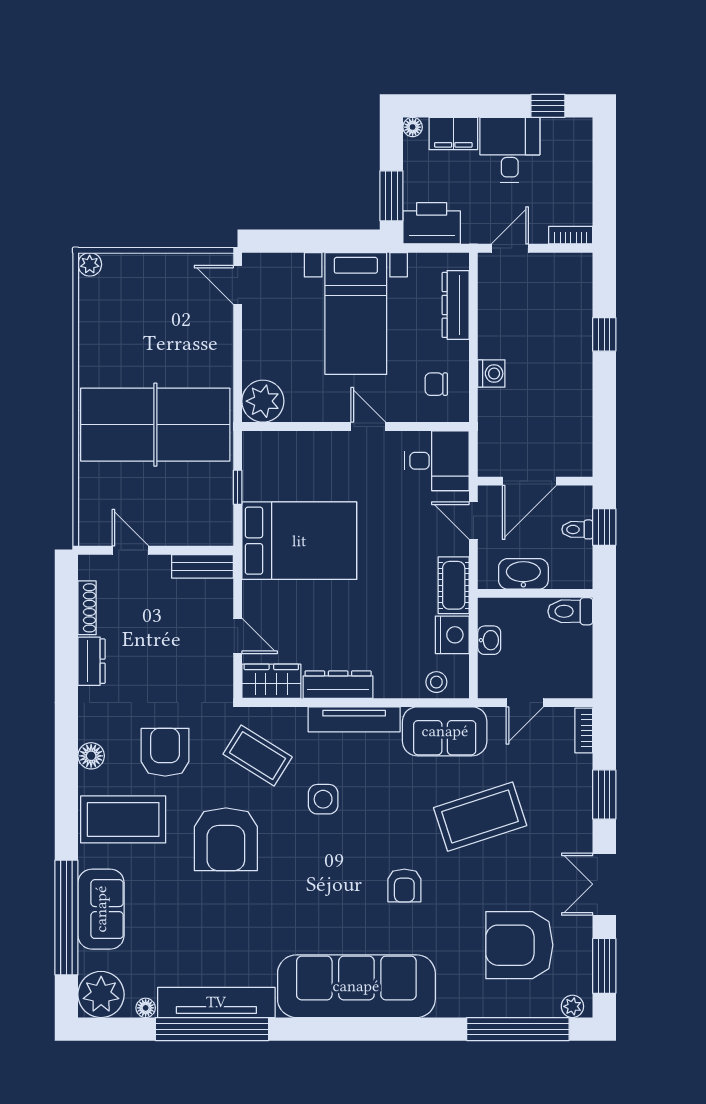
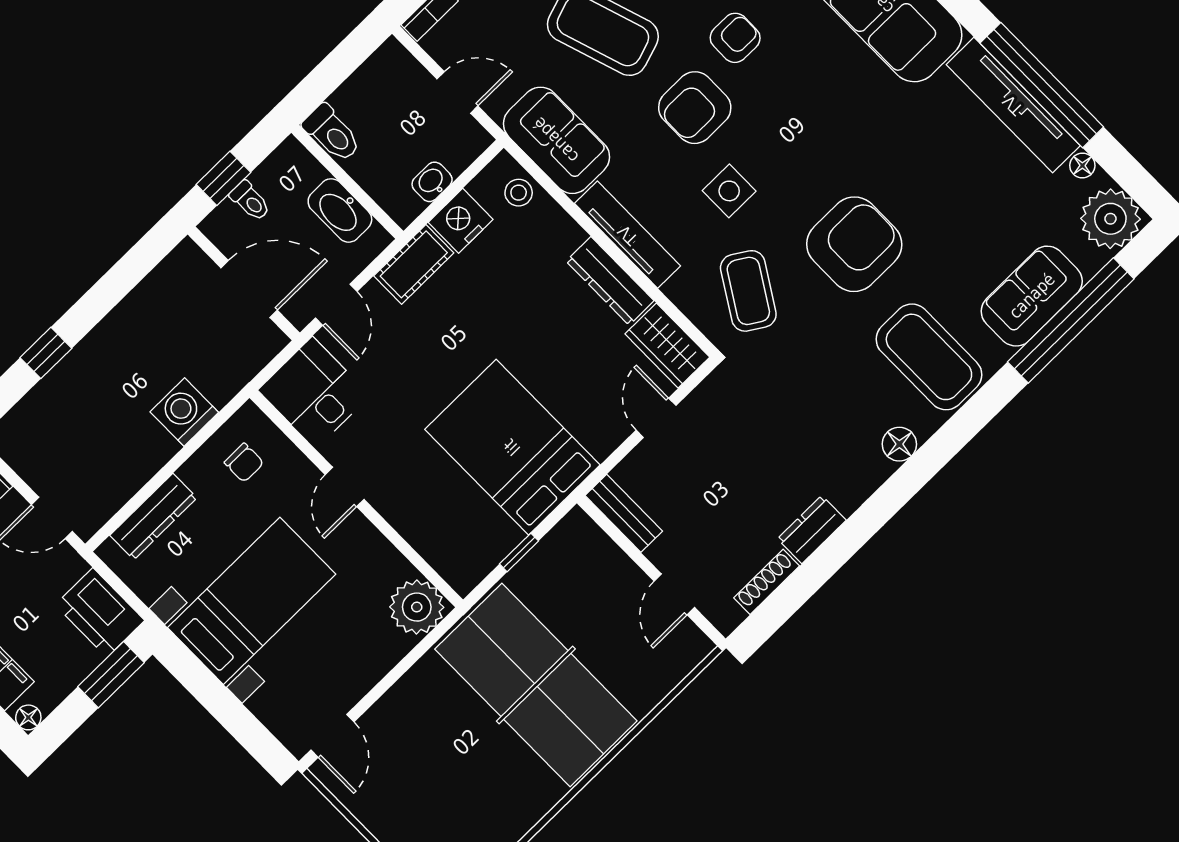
washing machine: (491, 374) -> (184, 412), width x1.38, depth x1.38
armchair: (165, 752) -> (695, 108), moved

